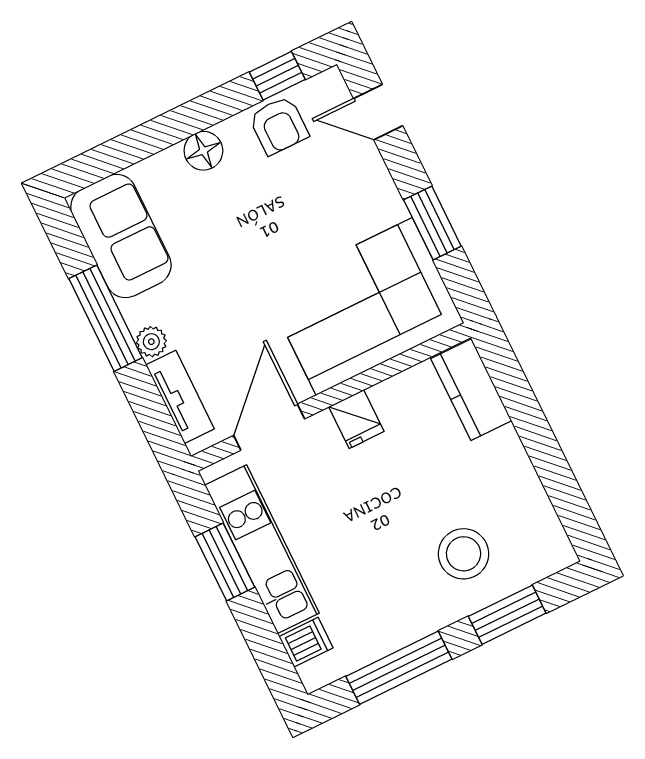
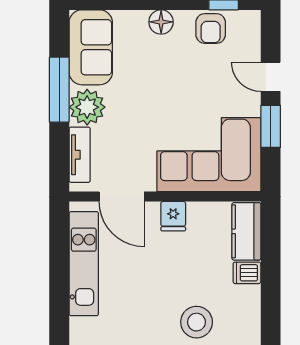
door: (378, 112) -> (271, 77), moved
plant: (151, 342) -> (87, 107), width x1.88, depth x1.88
door: (269, 427) -> (122, 197), swing flipped
window: (225, 562) -> (59, 261), removed
dishwasher: (306, 642) -> (247, 273), moved, turned 180

